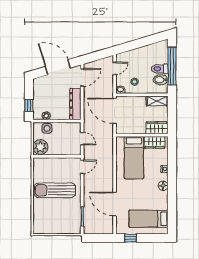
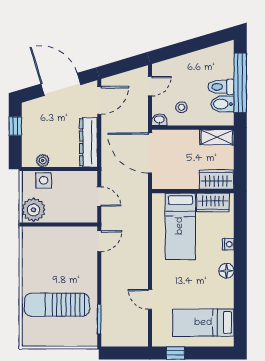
window: (29, 105) -> (15, 126), moved
sun lounger: (55, 190) -> (57, 305), moved
door: (115, 204) -> (150, 299), width x0.53

